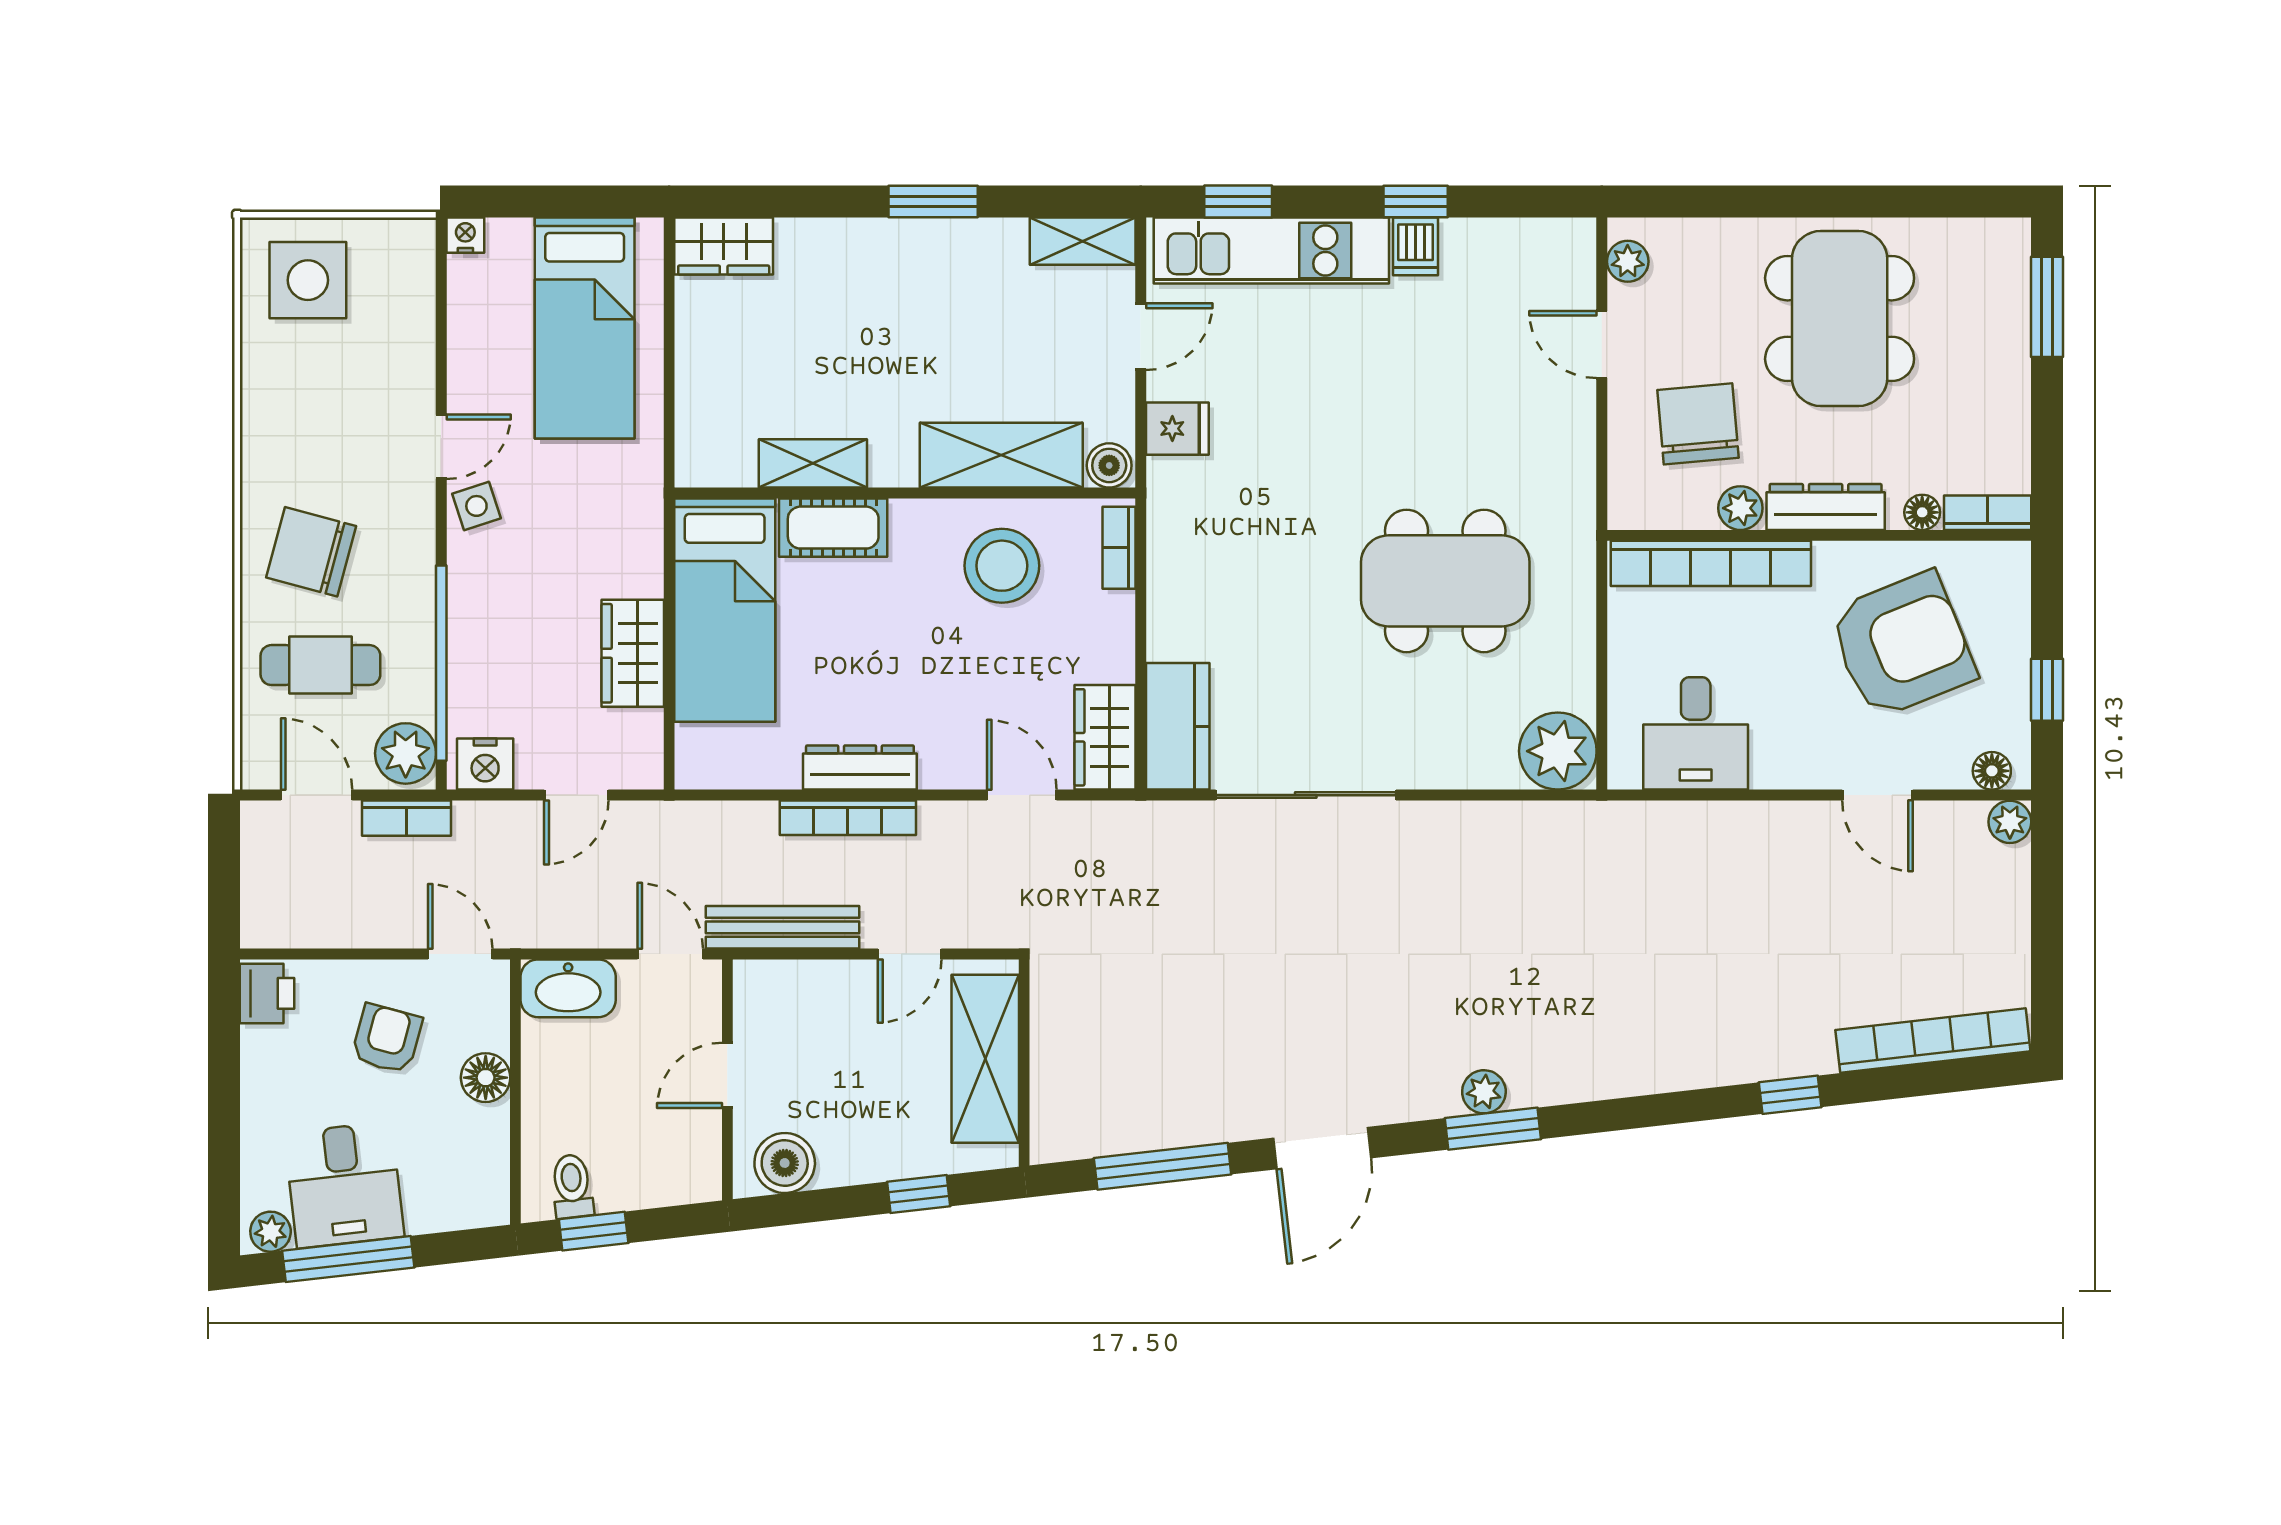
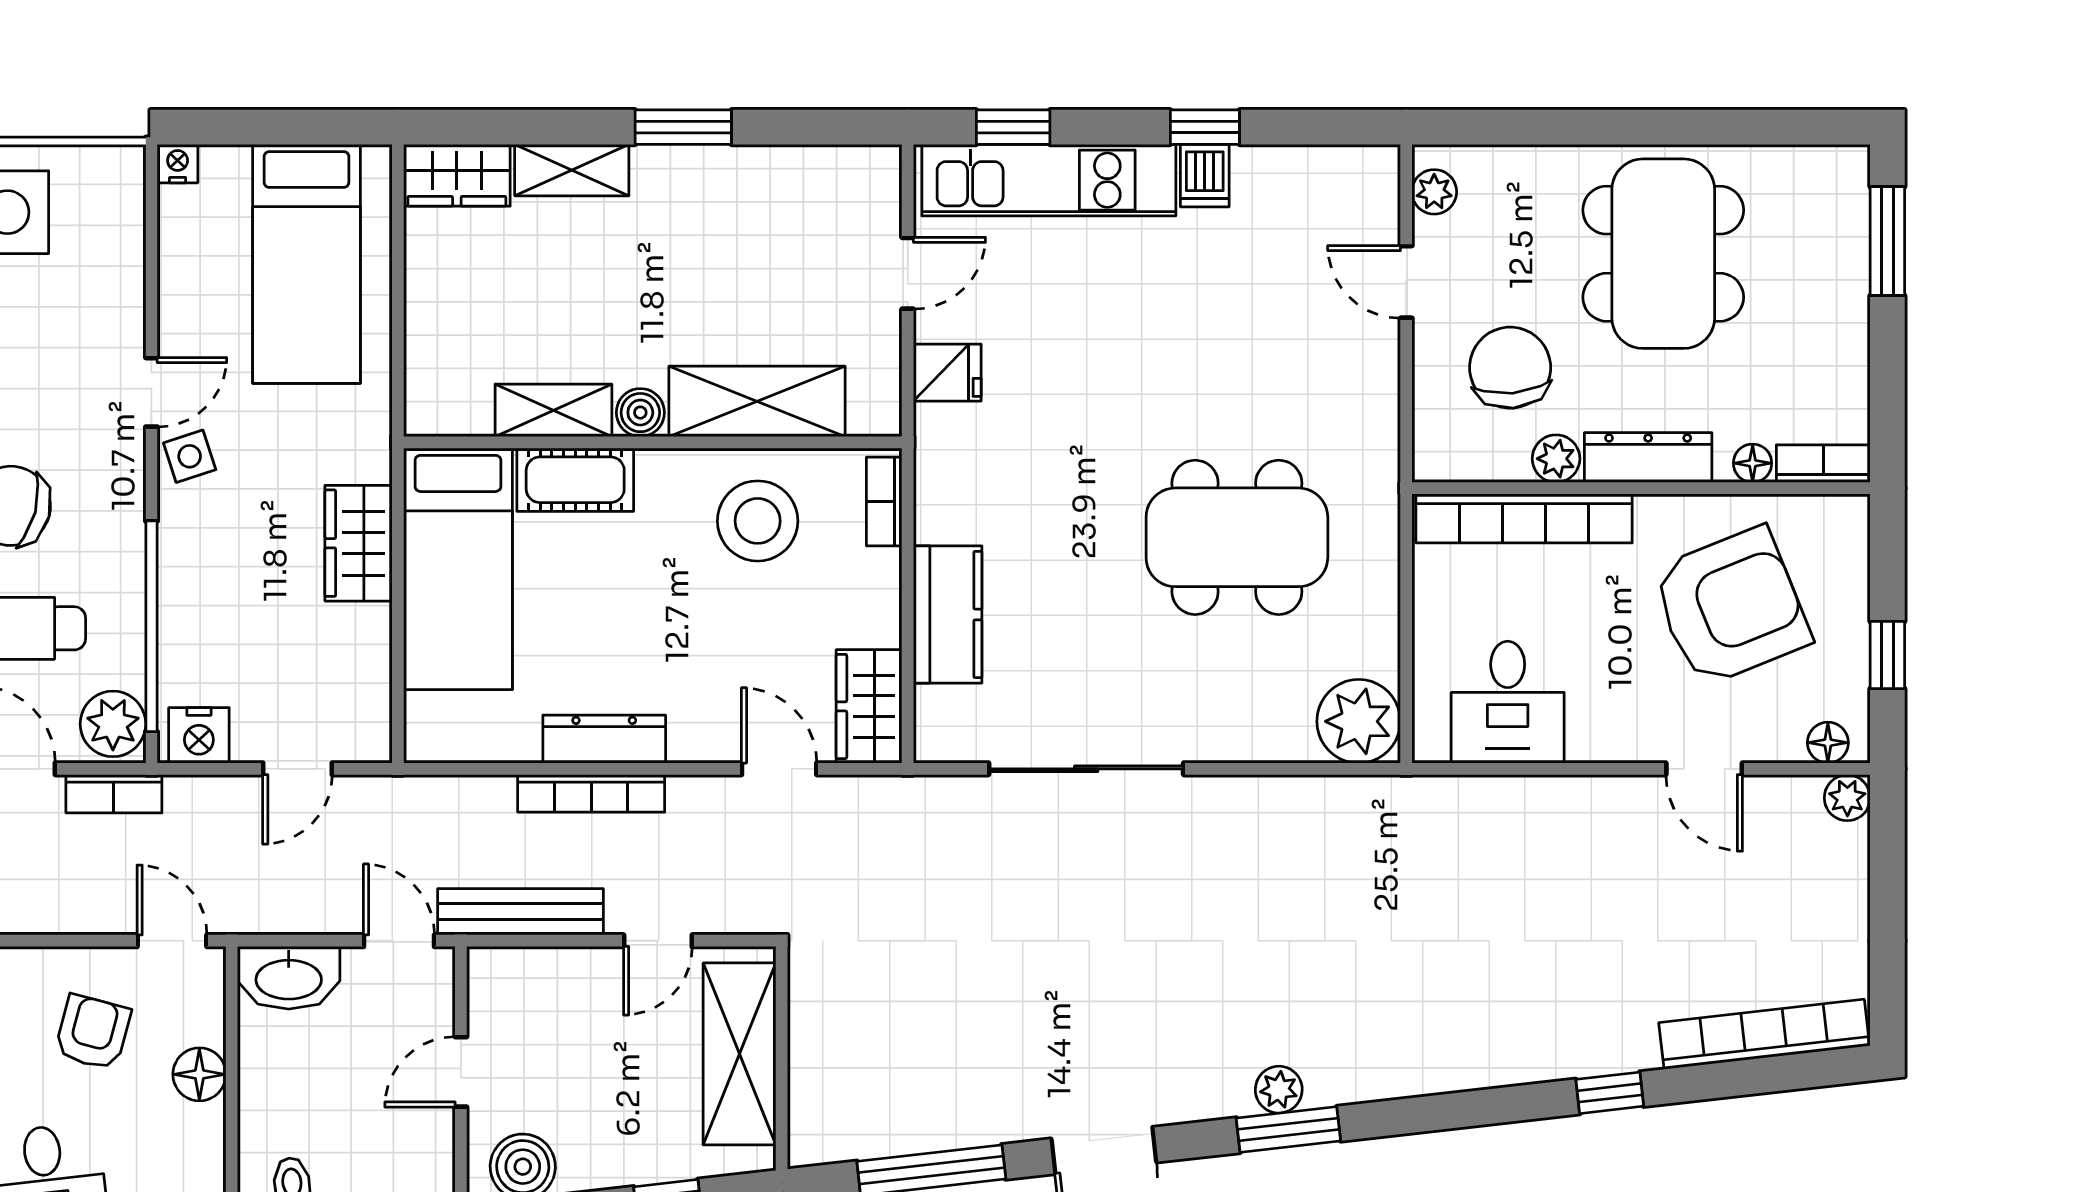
shelving: (1083, 241) -> (572, 170), moved
boiler: (1109, 465) -> (640, 413), moved
wardrobe: (633, 653) -> (359, 543), moved
kitchen counter: (1178, 726) -> (948, 614), moved

